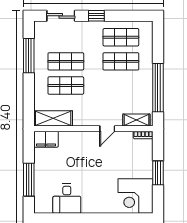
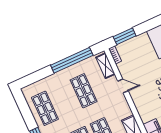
shop shelf: (121, 61) -> (84, 91), moved
window: (158, 173) -> (125, 36), moved

